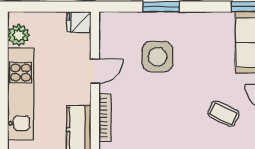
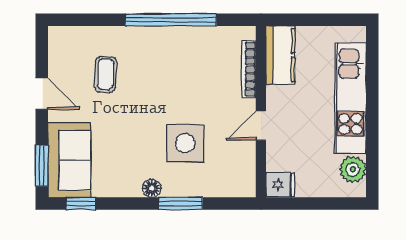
floor lamp: (185, 19) -> (152, 188), added
coffee table: (223, 114) -> (105, 74), turned 67

